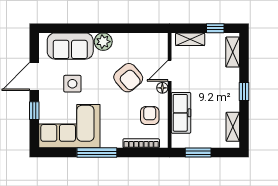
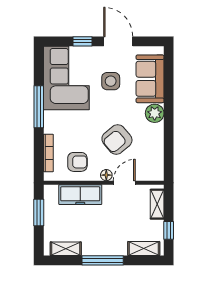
door: (170, 71) -> (124, 183), hinge flipped
window: (244, 91) -> (103, 260), width x2.17

